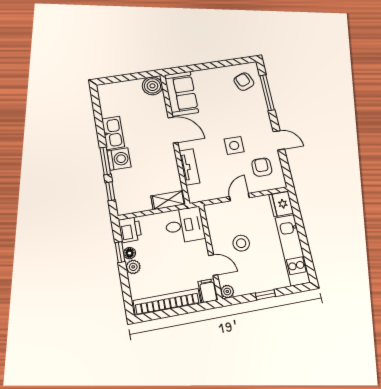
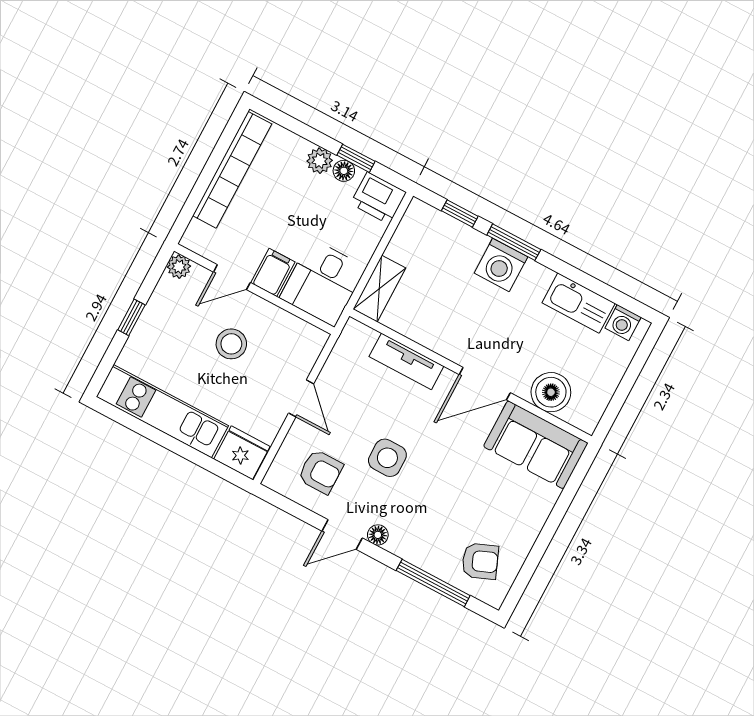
boiler: (152, 86) -> (551, 392), moved
washing machine: (105, 96) -> (623, 323), added
floor lamp: (267, 127) -> (378, 535), added
kitchen sink: (113, 133) -> (579, 303), moved
filing cabinet: (208, 291) -> (273, 272), moved, turned -90

